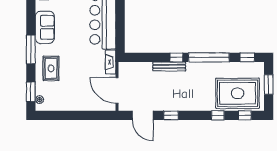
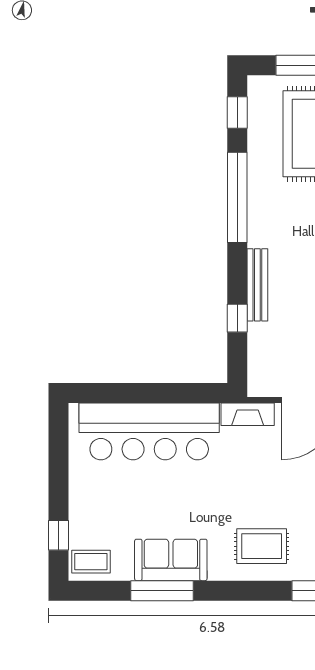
window: (31, 49) -> (162, 591), moved
window: (176, 57) -> (237, 318), moved

